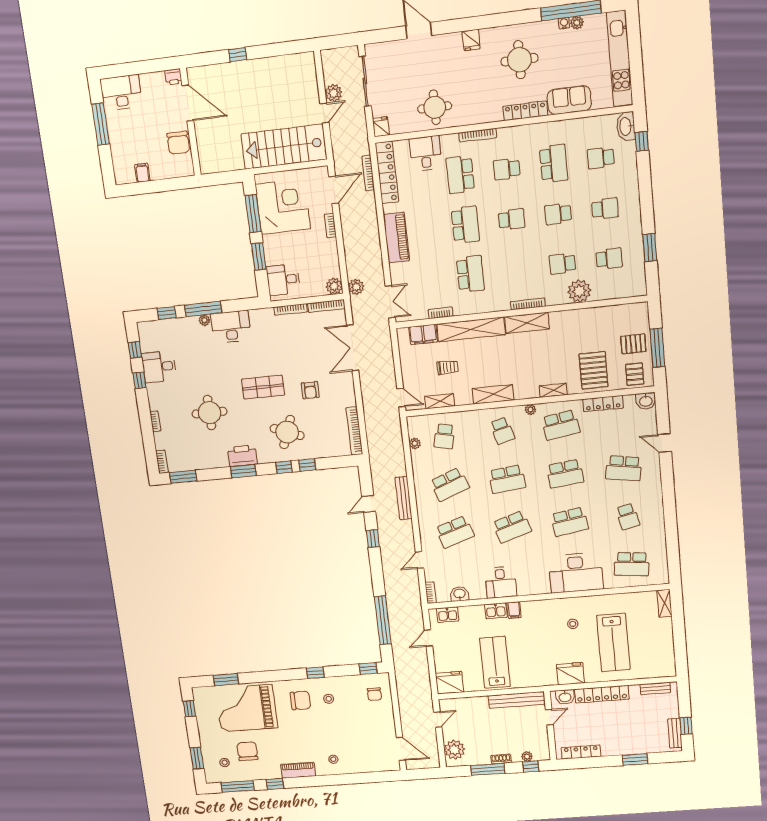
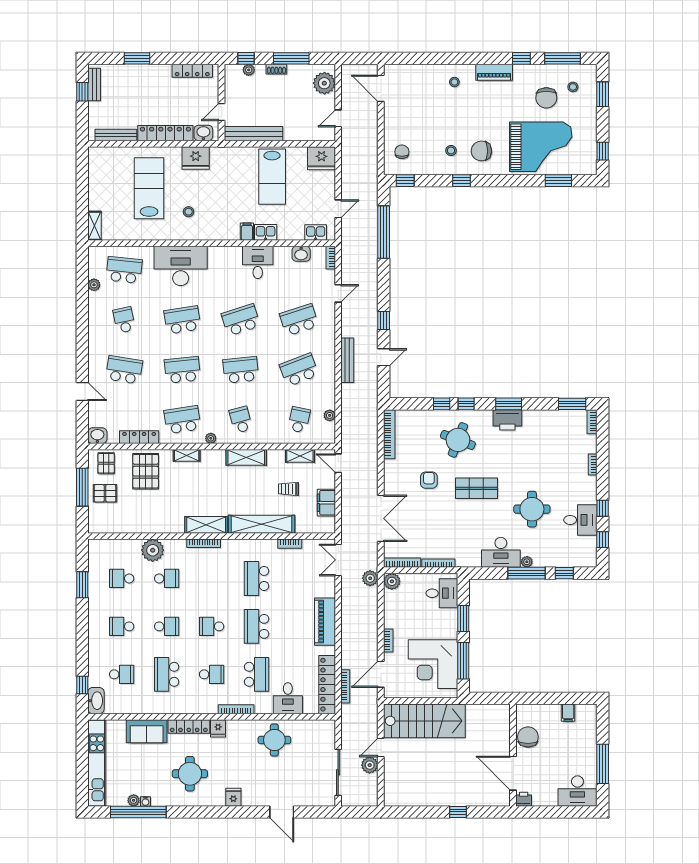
fridge: (381, 127) -> (218, 728), moved
filing cabinet: (423, 334) -> (326, 503), moved, turned -90
round table: (210, 413) -> (532, 509), moved
plant: (661, 547) -> (94, 285), added
bench: (655, 688) -> (116, 135), width x1.36

